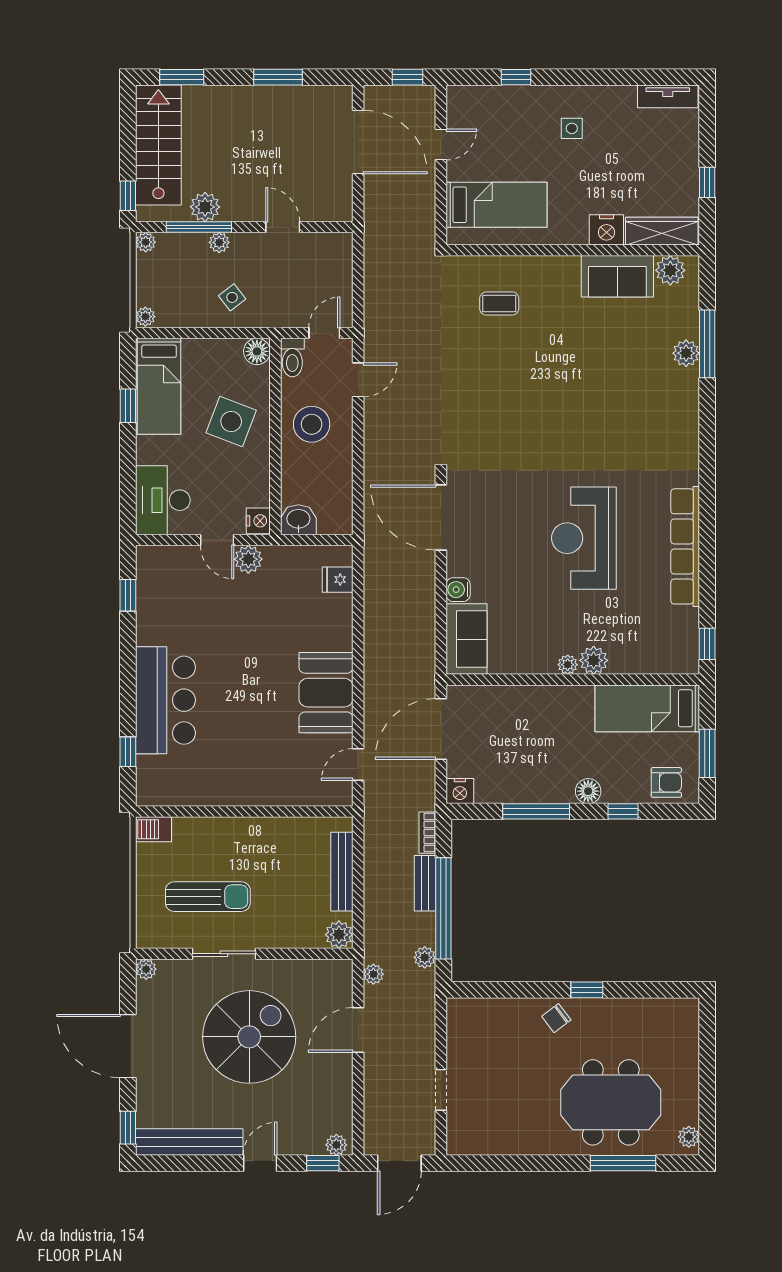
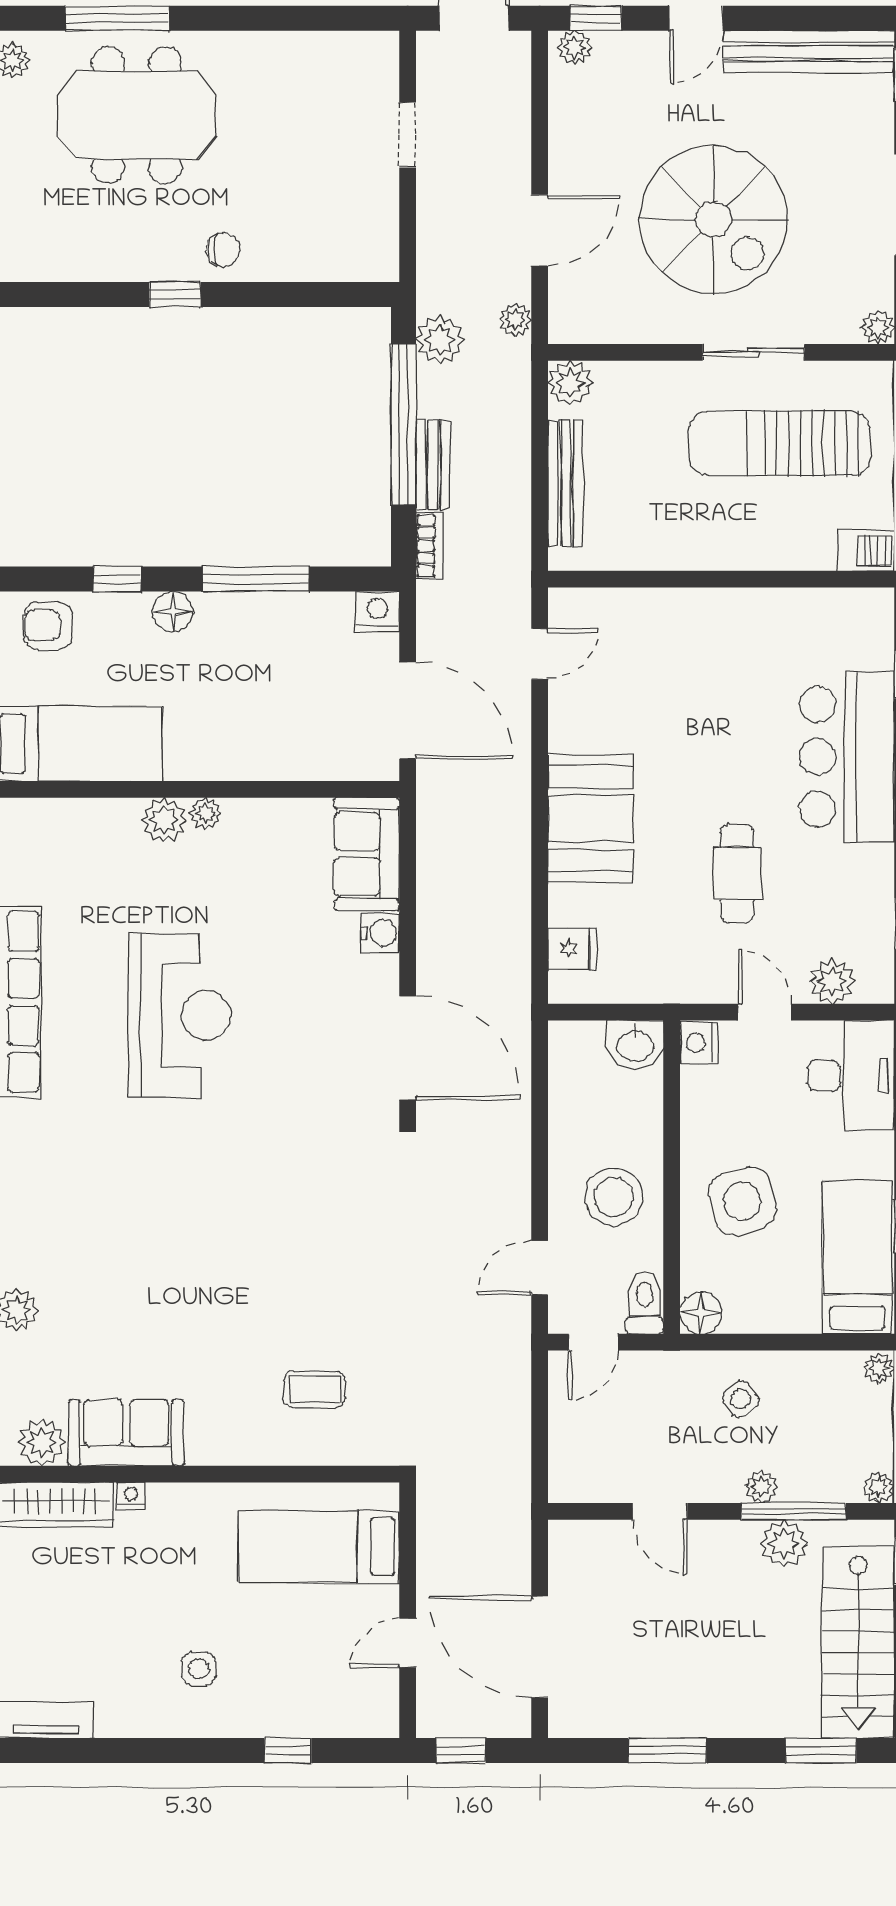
nightstand: (606, 230) -> (131, 1496), width x0.53, depth x0.56
side table: (231, 422) -> (742, 1201), turned -36
plant: (248, 559) -> (832, 982), moved
cafe table: (234, 627) -> (737, 874), added
booth: (326, 693) -> (591, 819), moved
door: (441, 729) -> (408, 711), hinge flipped
sun lounger: (208, 897) -> (779, 443), width x1.36, depth x1.34
plant: (425, 957) -> (440, 340), width x1.38, depth x1.38
chair: (556, 1018) -> (224, 249), turned 37
spiral stairs: (249, 1037) -> (713, 220), turned -90

